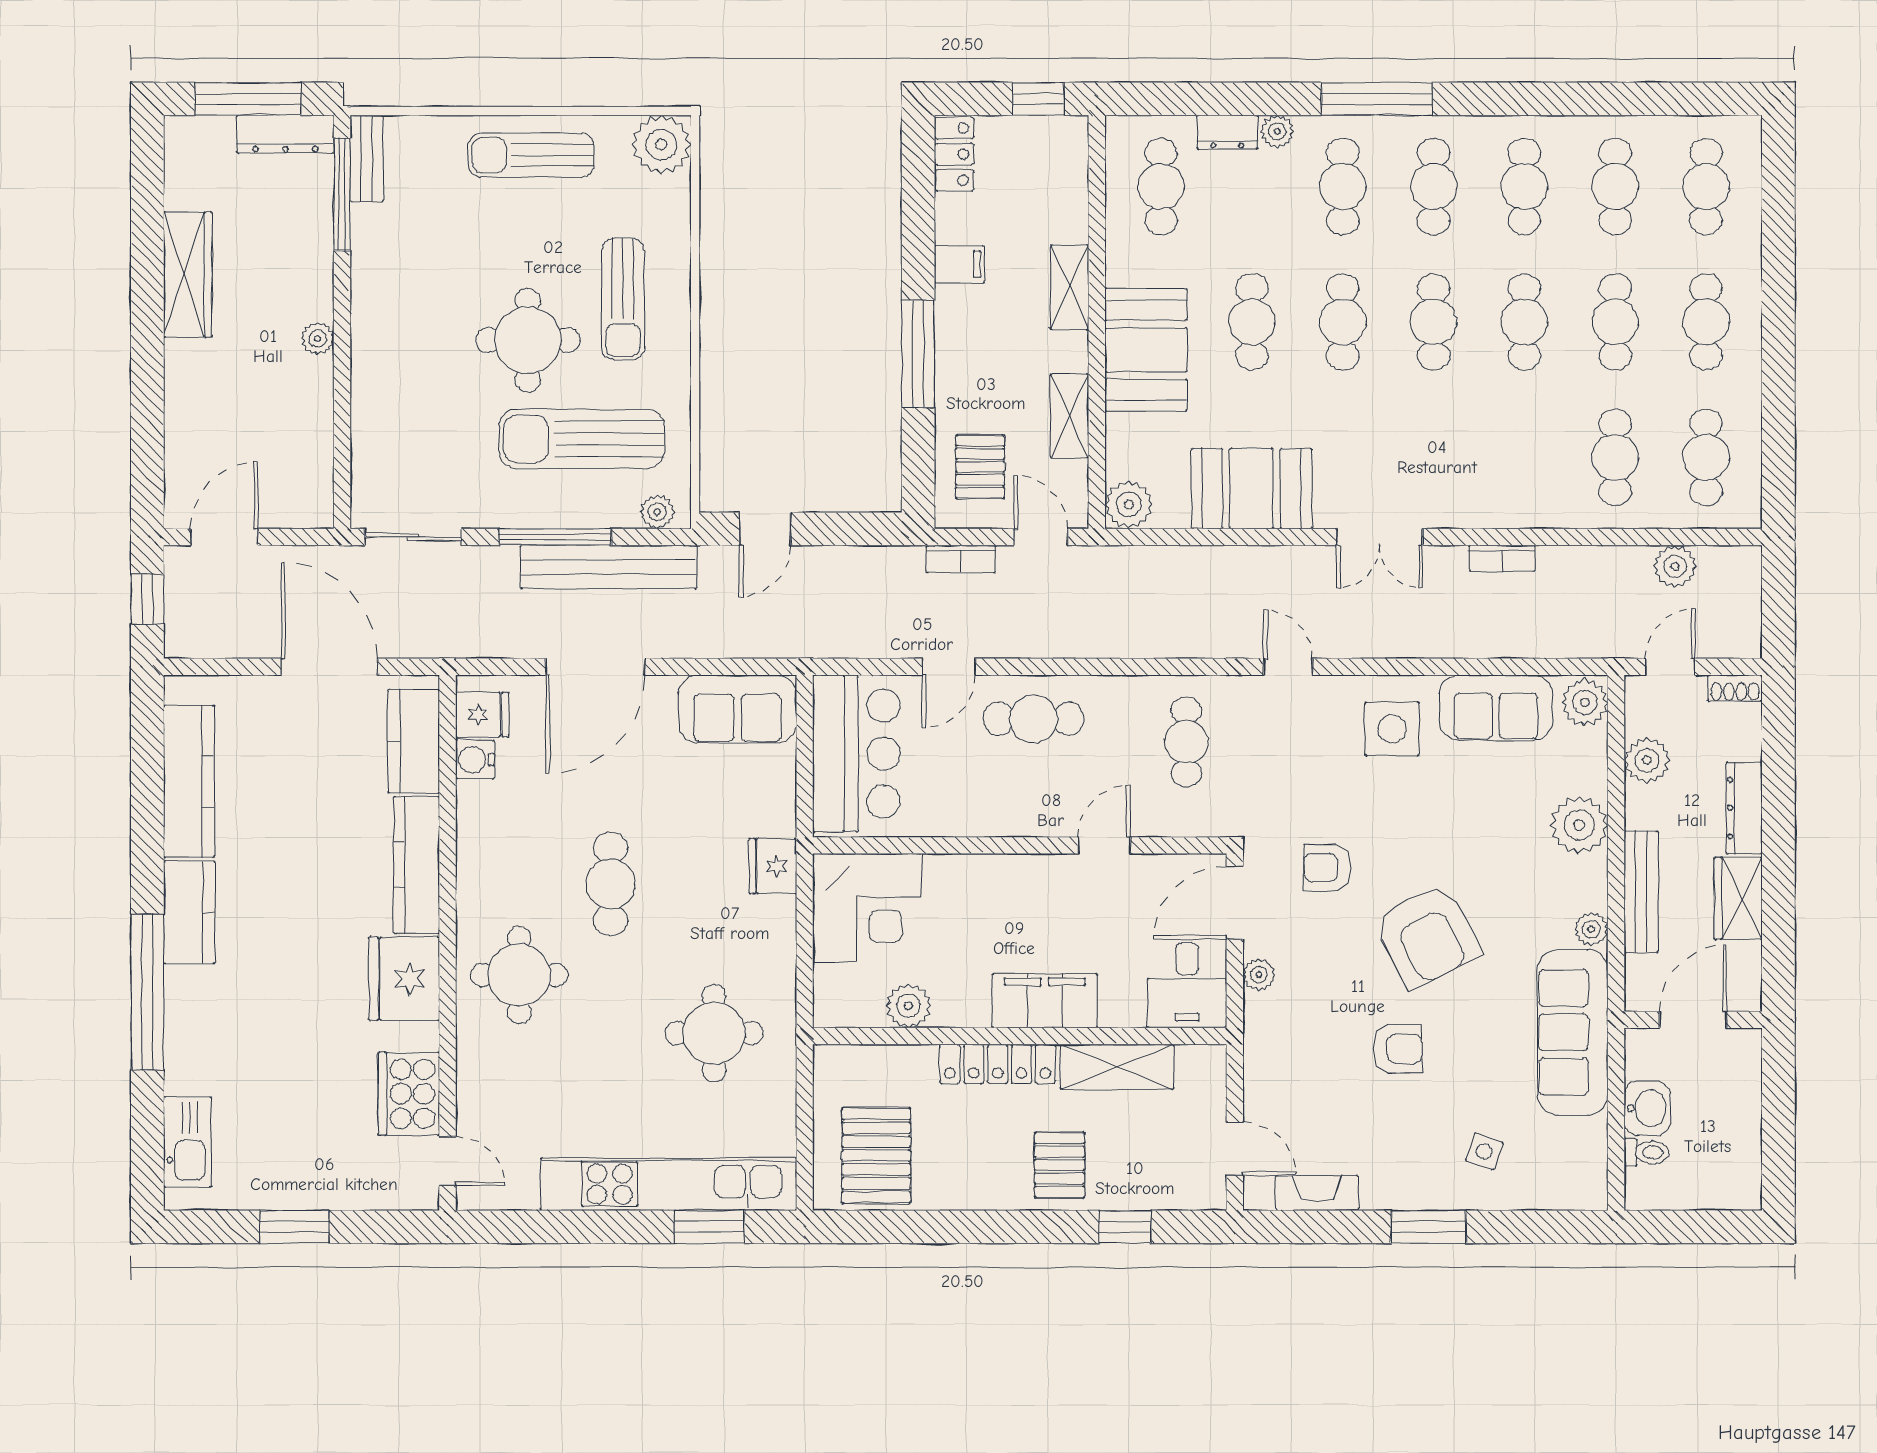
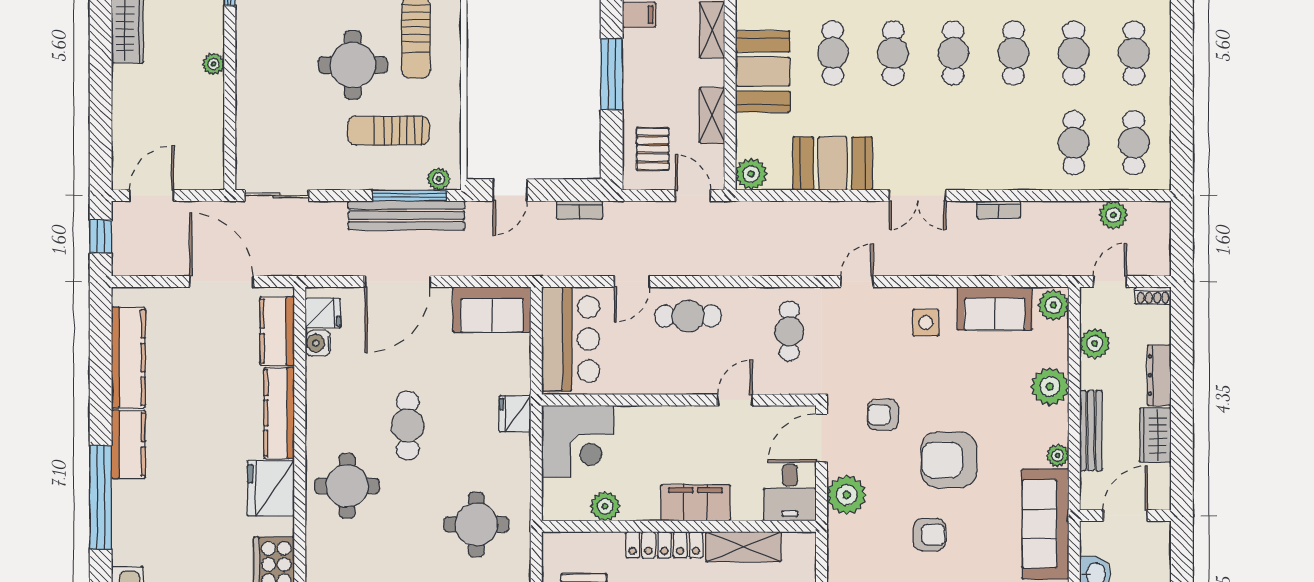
sun lounger: (582, 439) -> (388, 131), width x0.73, depth x0.75
window: (555, 537) -> (410, 196), moved
bookcase: (961, 559) -> (580, 210), moved
door: (1288, 667) -> (857, 282), hinge flipped
side table: (1392, 729) -> (926, 323), width x0.73, depth x0.73
armchair: (1427, 936) -> (949, 460), turned 117
plant: (1259, 975) -> (847, 495), width x1.88, depth x1.88

